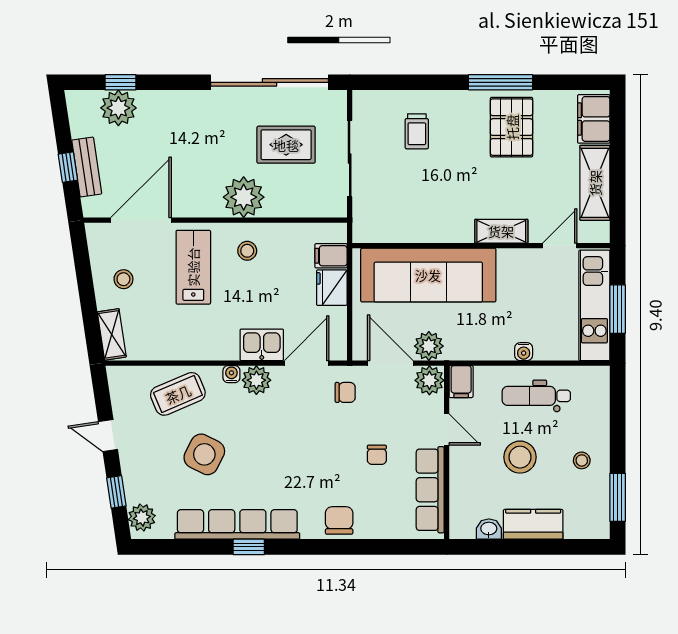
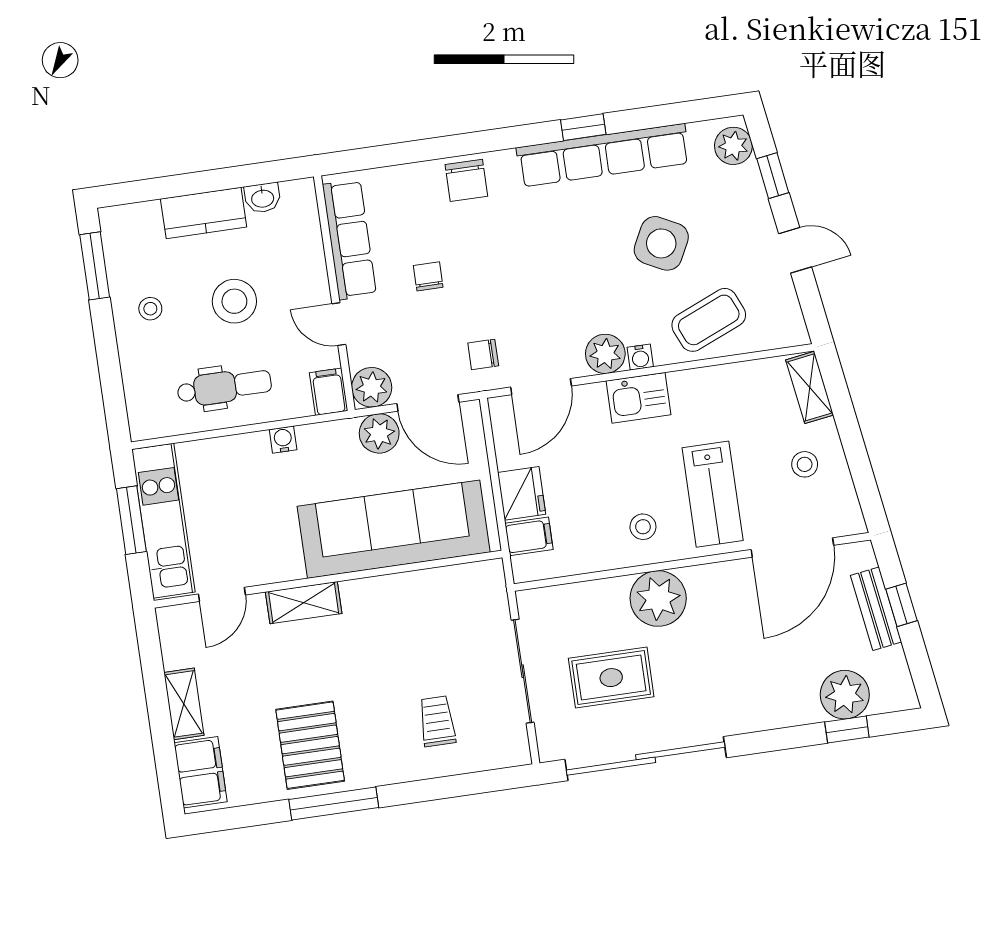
shelving: (595, 183) -> (184, 704), width x0.67, depth x0.75
kitchen sink: (262, 345) -> (639, 398), moved
water cooler: (524, 352) -> (283, 440), moved

